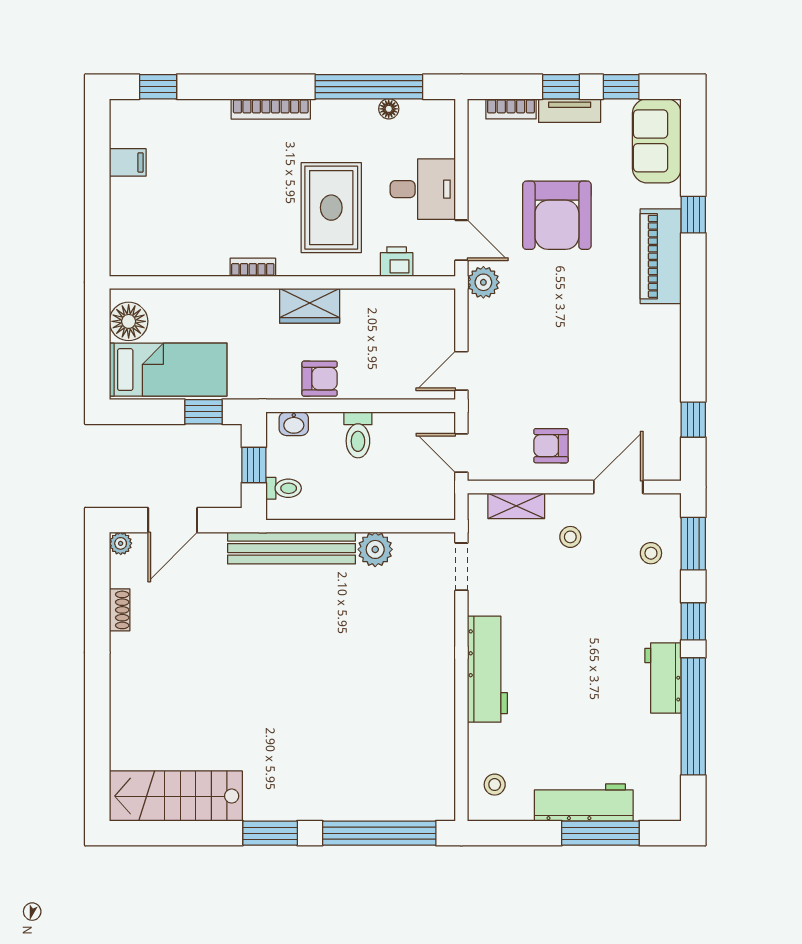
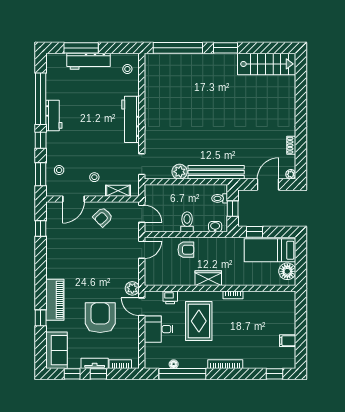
armchair: (320, 379) -> (186, 250), moved, turned 180
armchair: (551, 446) -> (103, 217), turned 136

